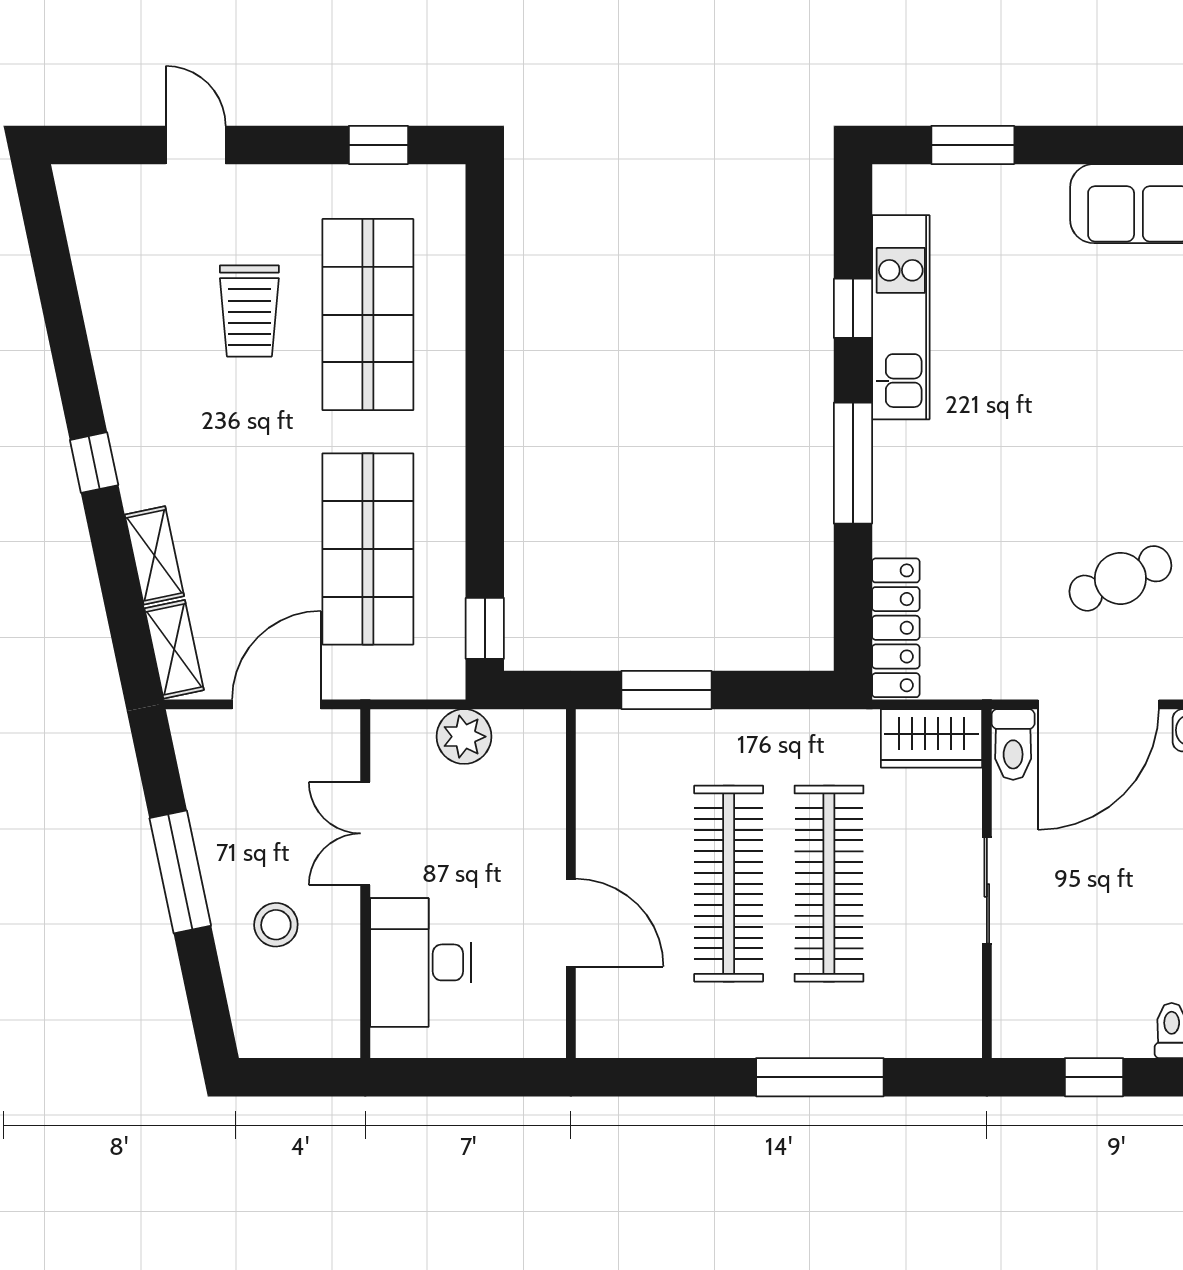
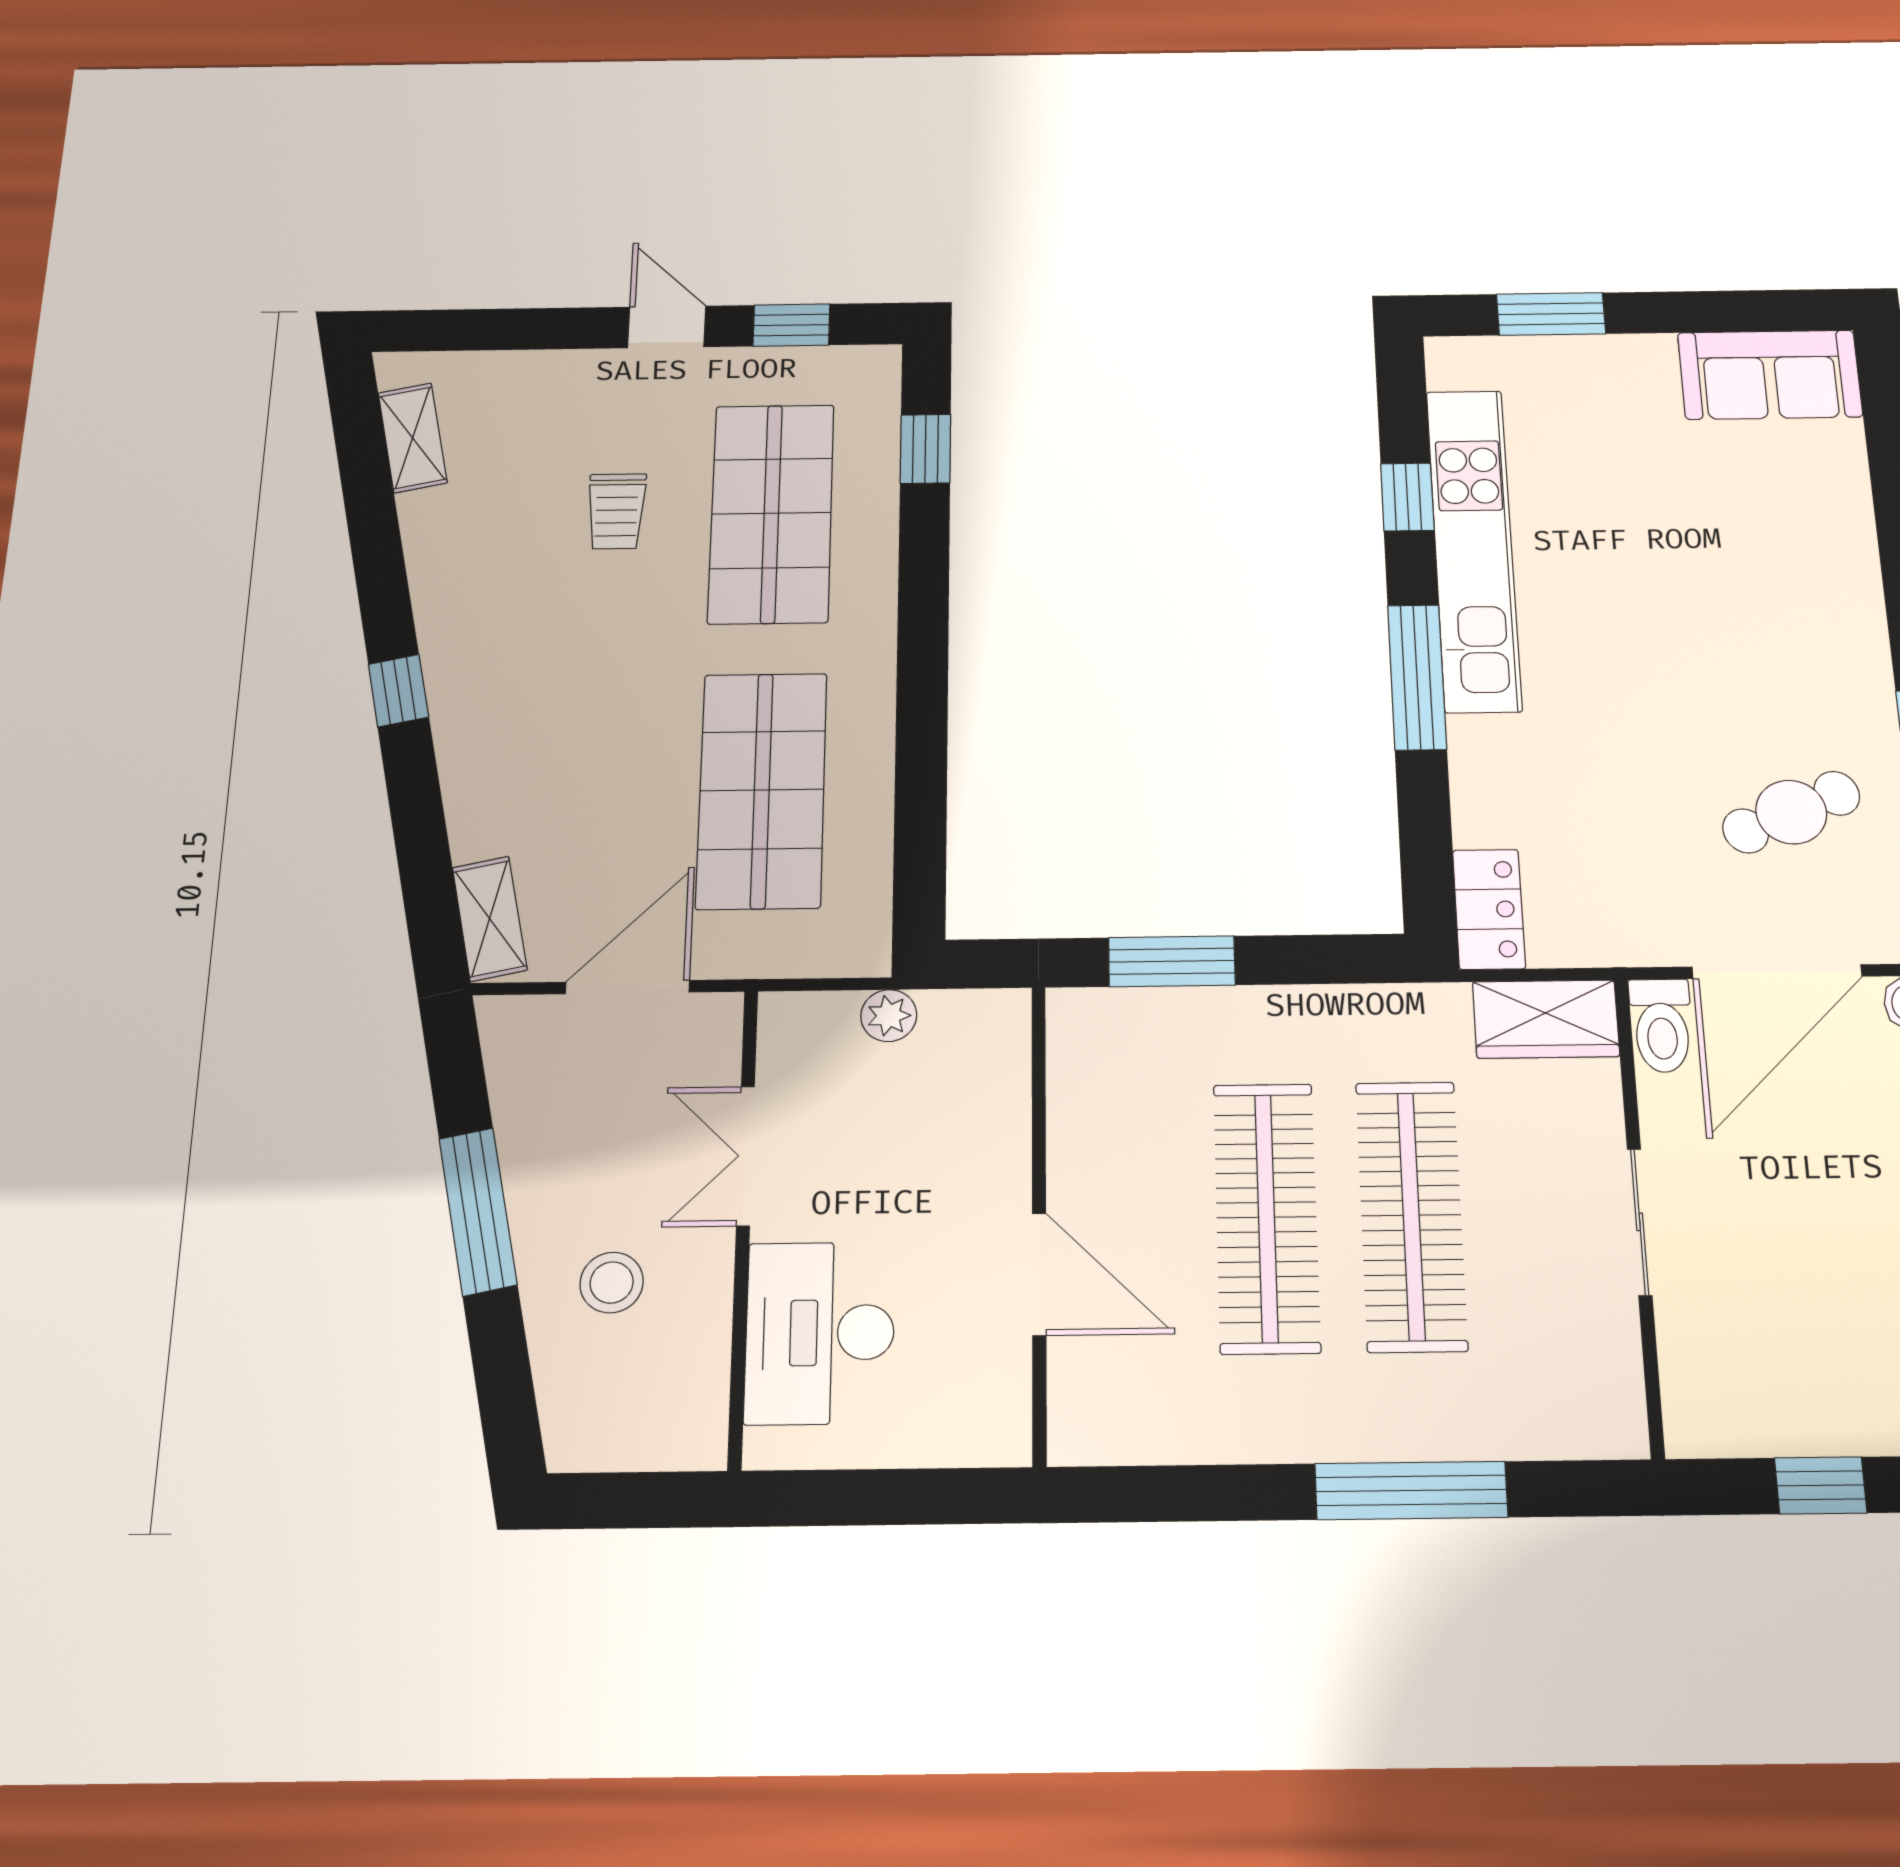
door: (196, 145) -> (667, 327), moved
trolley: (249, 311) -> (616, 511), width x0.73, depth x0.72
kitchen unit: (901, 317) -> (1473, 549), width x1.36
shelving: (154, 555) -> (413, 438), moved
window: (485, 628) -> (925, 449), moved
locker: (896, 628) -> (1489, 909), width x0.66
plant: (464, 737) -> (889, 1016), width x0.73, depth x0.73

